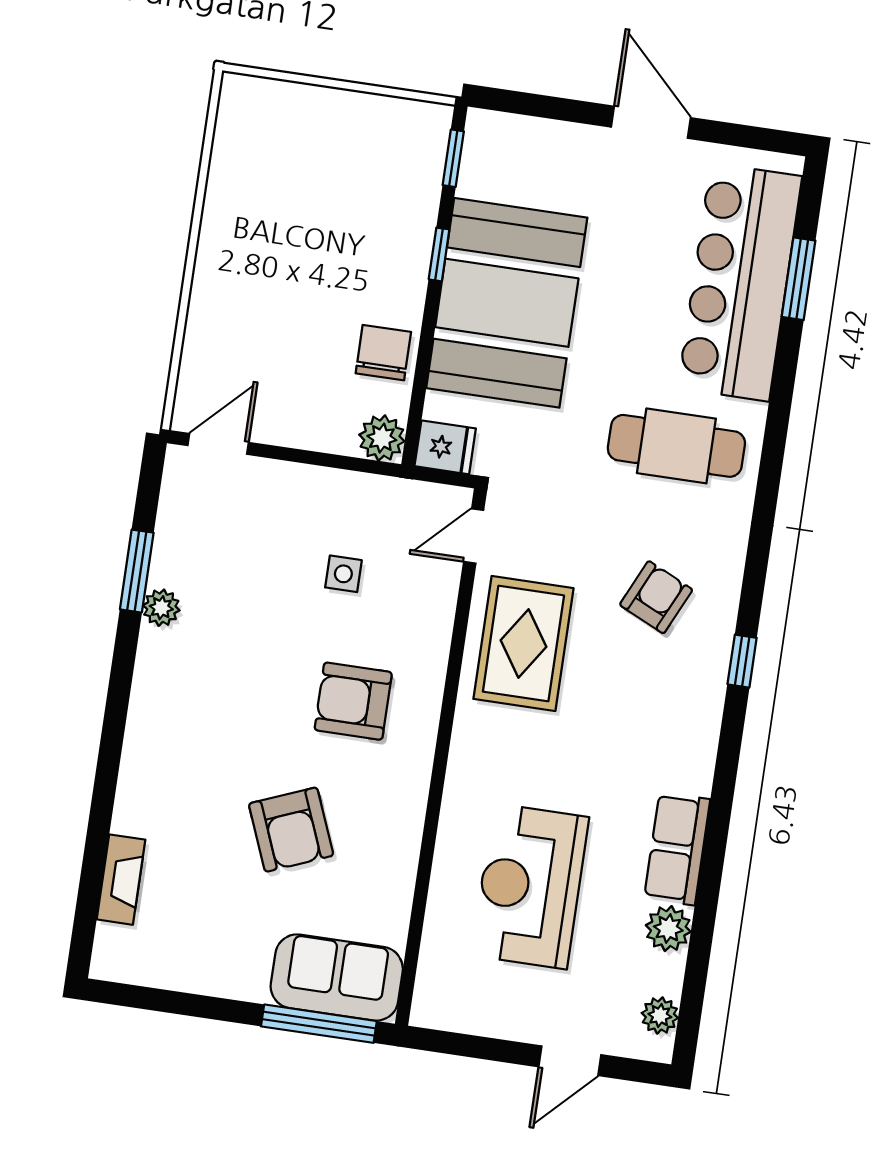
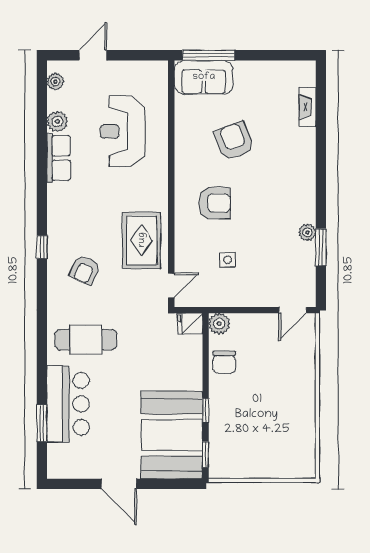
bar counter: (740, 282) -> (68, 404), width x0.73
booth: (507, 303) -> (172, 435), moved
reception desk: (530, 886) -> (123, 131), turned 180

